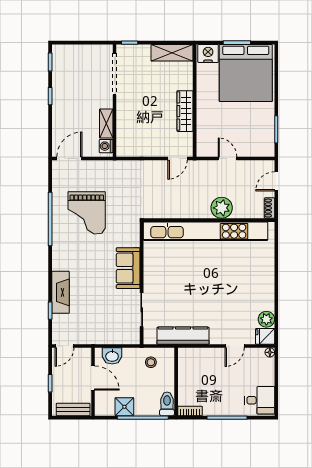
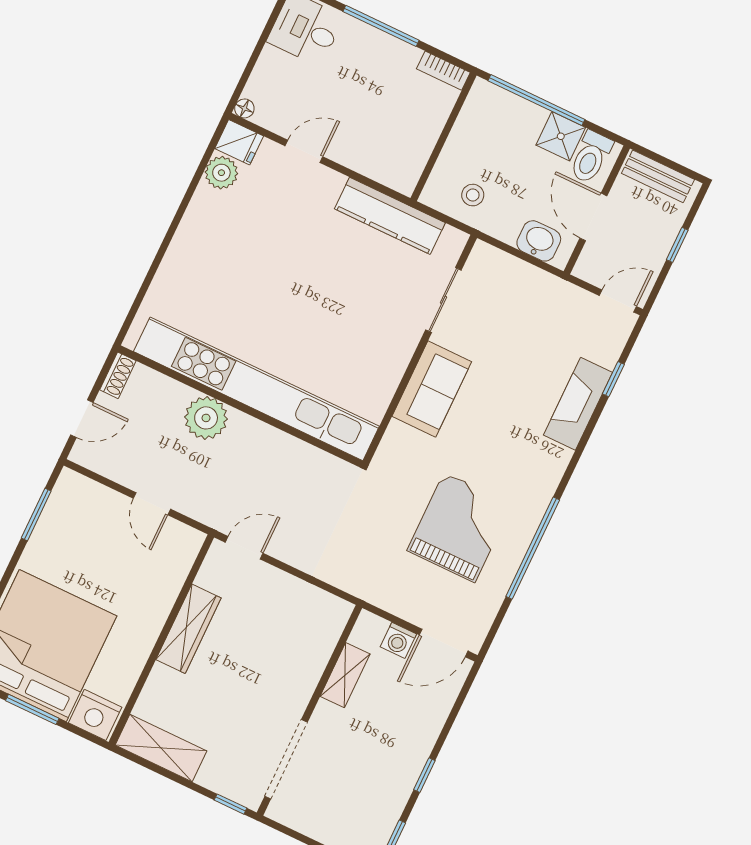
washing machine: (106, 146) -> (398, 640), moved, turned 90
toilet: (167, 404) -> (591, 157), moved

